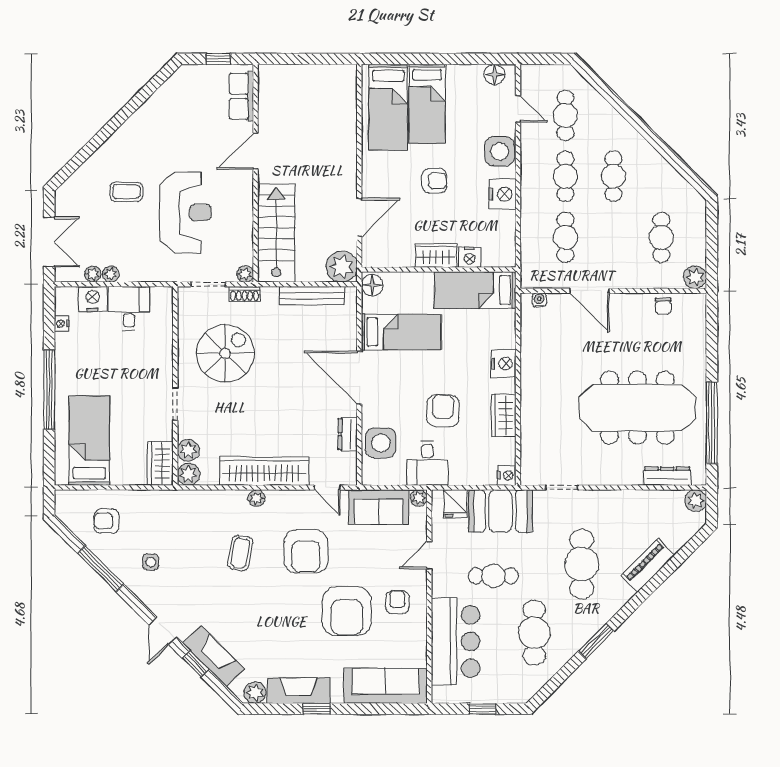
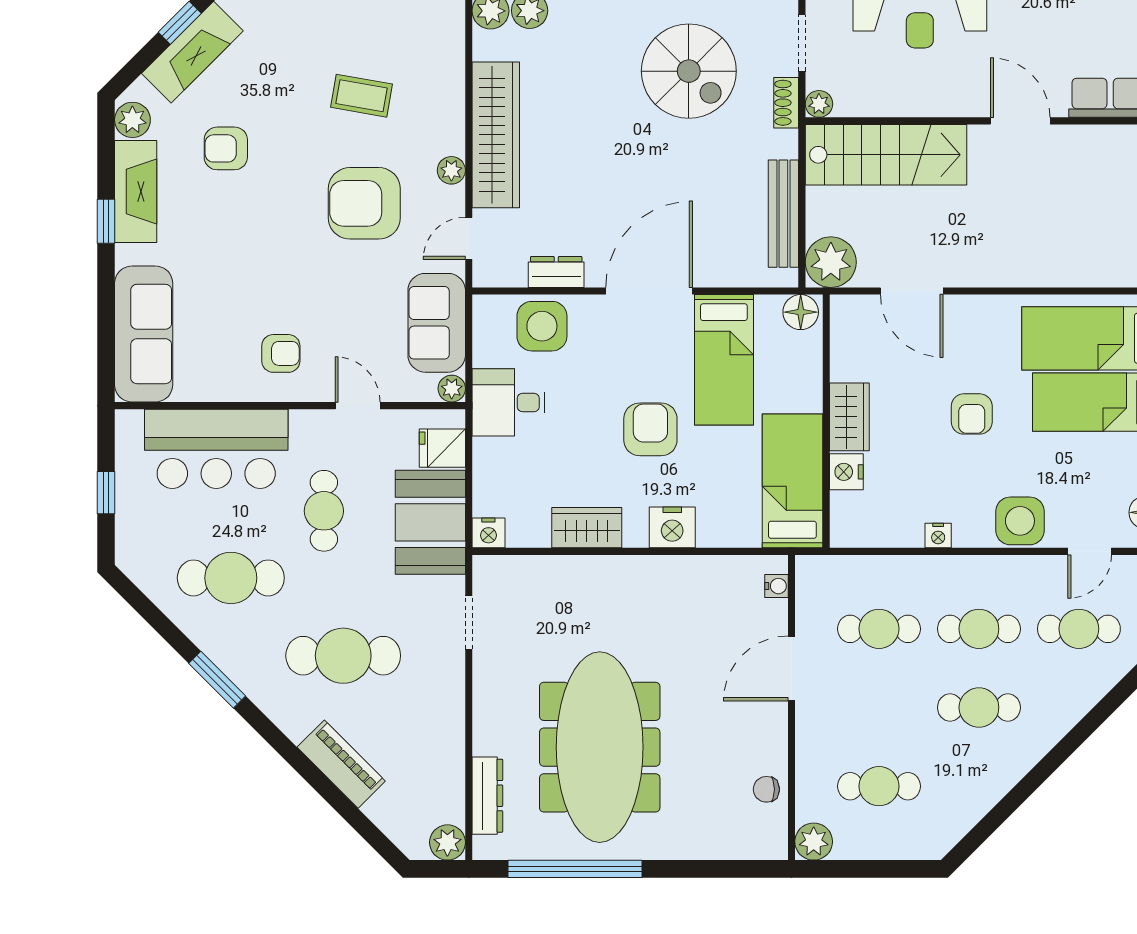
nightstand: (502, 194) -> (938, 535), width x0.53, depth x0.56
armchair: (443, 411) -> (650, 429), moved, turned -92
plant: (256, 498) -> (451, 170), moved
armchair: (347, 611) -> (226, 148), moved, width x0.53, depth x0.53

